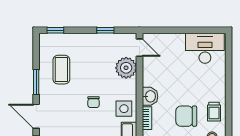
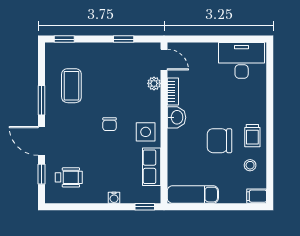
plant: (126, 68) -> (154, 83), width x0.53, depth x0.53
bookcase: (147, 118) -> (173, 92), moved

